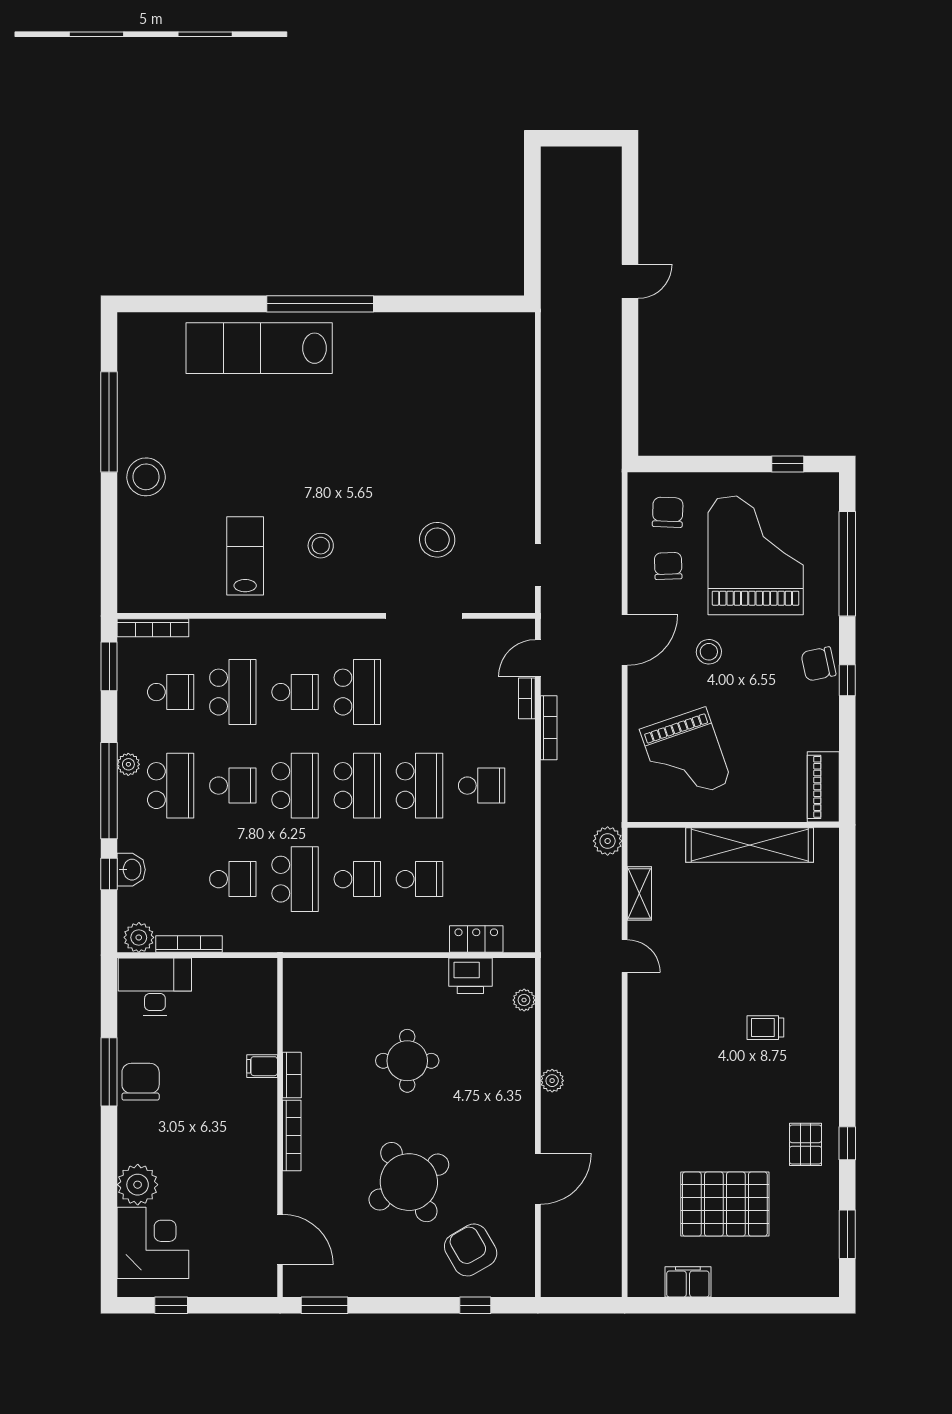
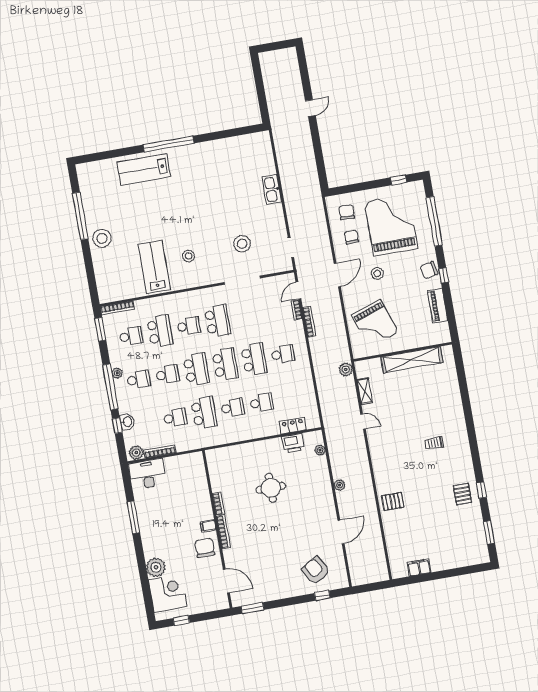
lab bench: (259, 348) -> (144, 169), width x0.73
kitchen sink: (519, 437) -> (272, 189), added
lab bench: (245, 556) -> (154, 267), width x1.36, depth x1.39
school desk: (171, 786) -> (139, 380), width x0.54
piano: (823, 787) -> (438, 306), moved
filing cabinet: (262, 1066) -> (208, 526), moved
chair: (141, 1082) -> (205, 548), moved
round table: (409, 1182) -> (281, 544), removed
pallet: (725, 1204) -> (393, 501), moved, width x0.49, depth x0.50

